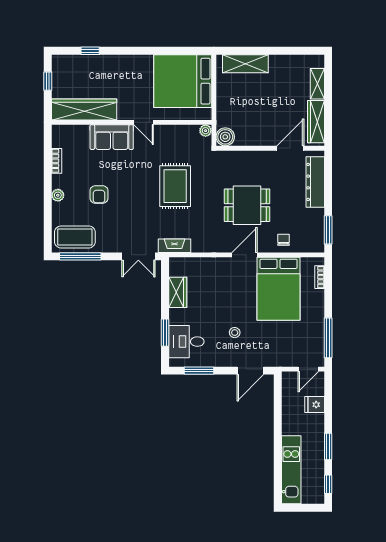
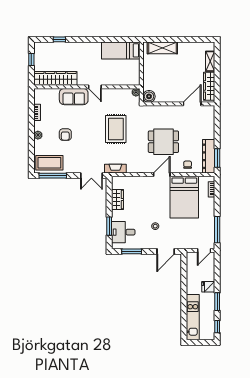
bed: (183, 81) -> (121, 50), width x0.49
dresser: (315, 182) -> (209, 156), moved
fridge: (315, 405) -> (208, 287), moved

